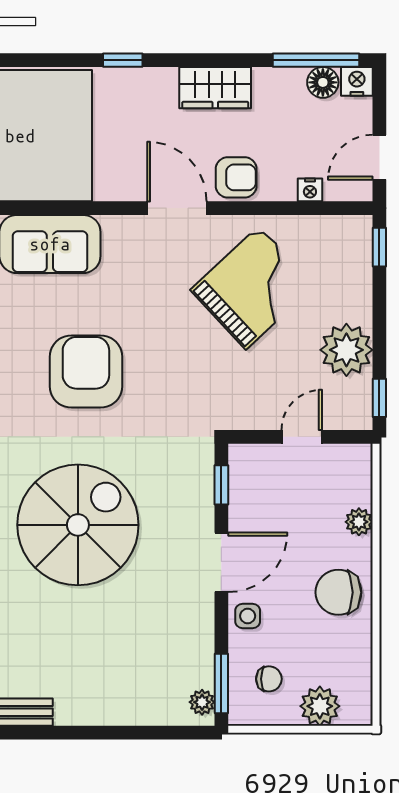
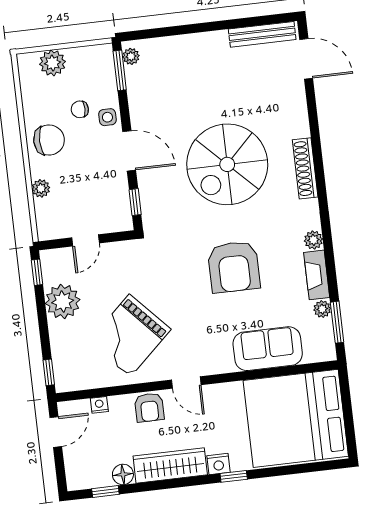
window: (316, 60) -> (105, 491), width x0.46
nightstand: (357, 81) -> (218, 464), moved
floor lamp: (323, 82) -> (123, 474), moved
wardrobe: (215, 88) -> (170, 465), width x1.50
armchair: (236, 177) -> (149, 407), turned -90
door: (177, 208) -> (186, 382), width x0.73
door: (221, 562) -> (129, 151), swing flipped
chair: (269, 679) -> (80, 109), moved

